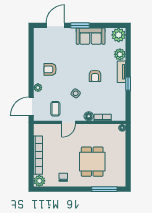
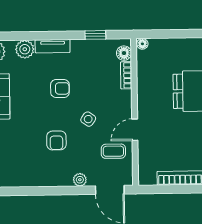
armchair: (50, 69) -> (56, 140), moved
window: (128, 84) -> (95, 35), moved
floor lamp: (89, 116) -> (124, 53), moved
door: (69, 122) -> (135, 130), swing flipped

